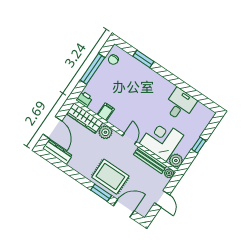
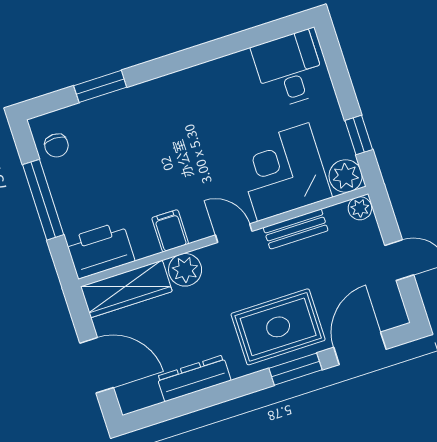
printer: (84, 99) -> (100, 250), width x1.87, depth x1.48
desk: (180, 105) -> (289, 69), moved
filing cabinet: (106, 112) -> (170, 231), moved
window: (199, 145) -> (359, 135), moved
dresser: (58, 152) -> (194, 378), moved
bench: (150, 160) -> (296, 229), width x0.73

